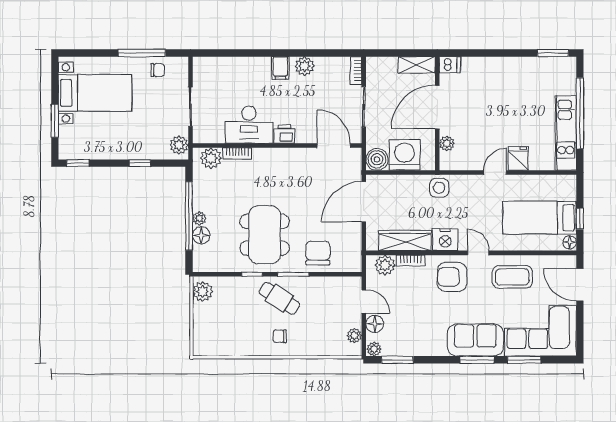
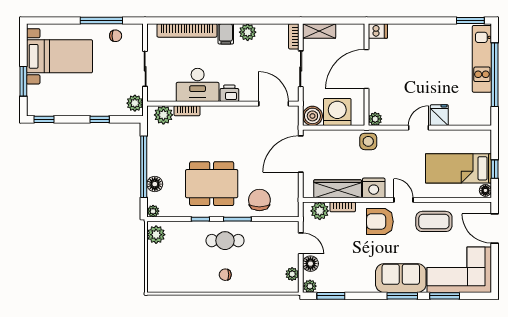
bookcase: (237, 64) -> (187, 30), added
shelving: (417, 65) -> (319, 31), moved
kitchen unit: (566, 133) -> (482, 59), moved
plant: (447, 143) -> (375, 119), moved
plant: (199, 218) -> (153, 211), moved
dining table: (265, 235) -> (212, 184), turned 90
cafe table: (279, 298) -> (225, 241), turned -33

